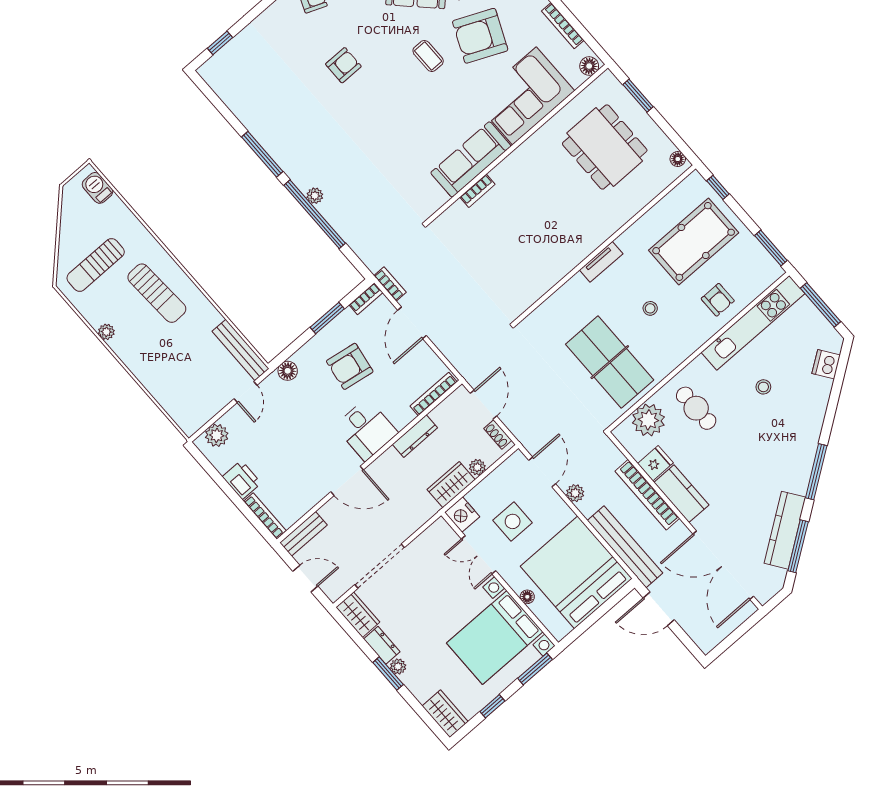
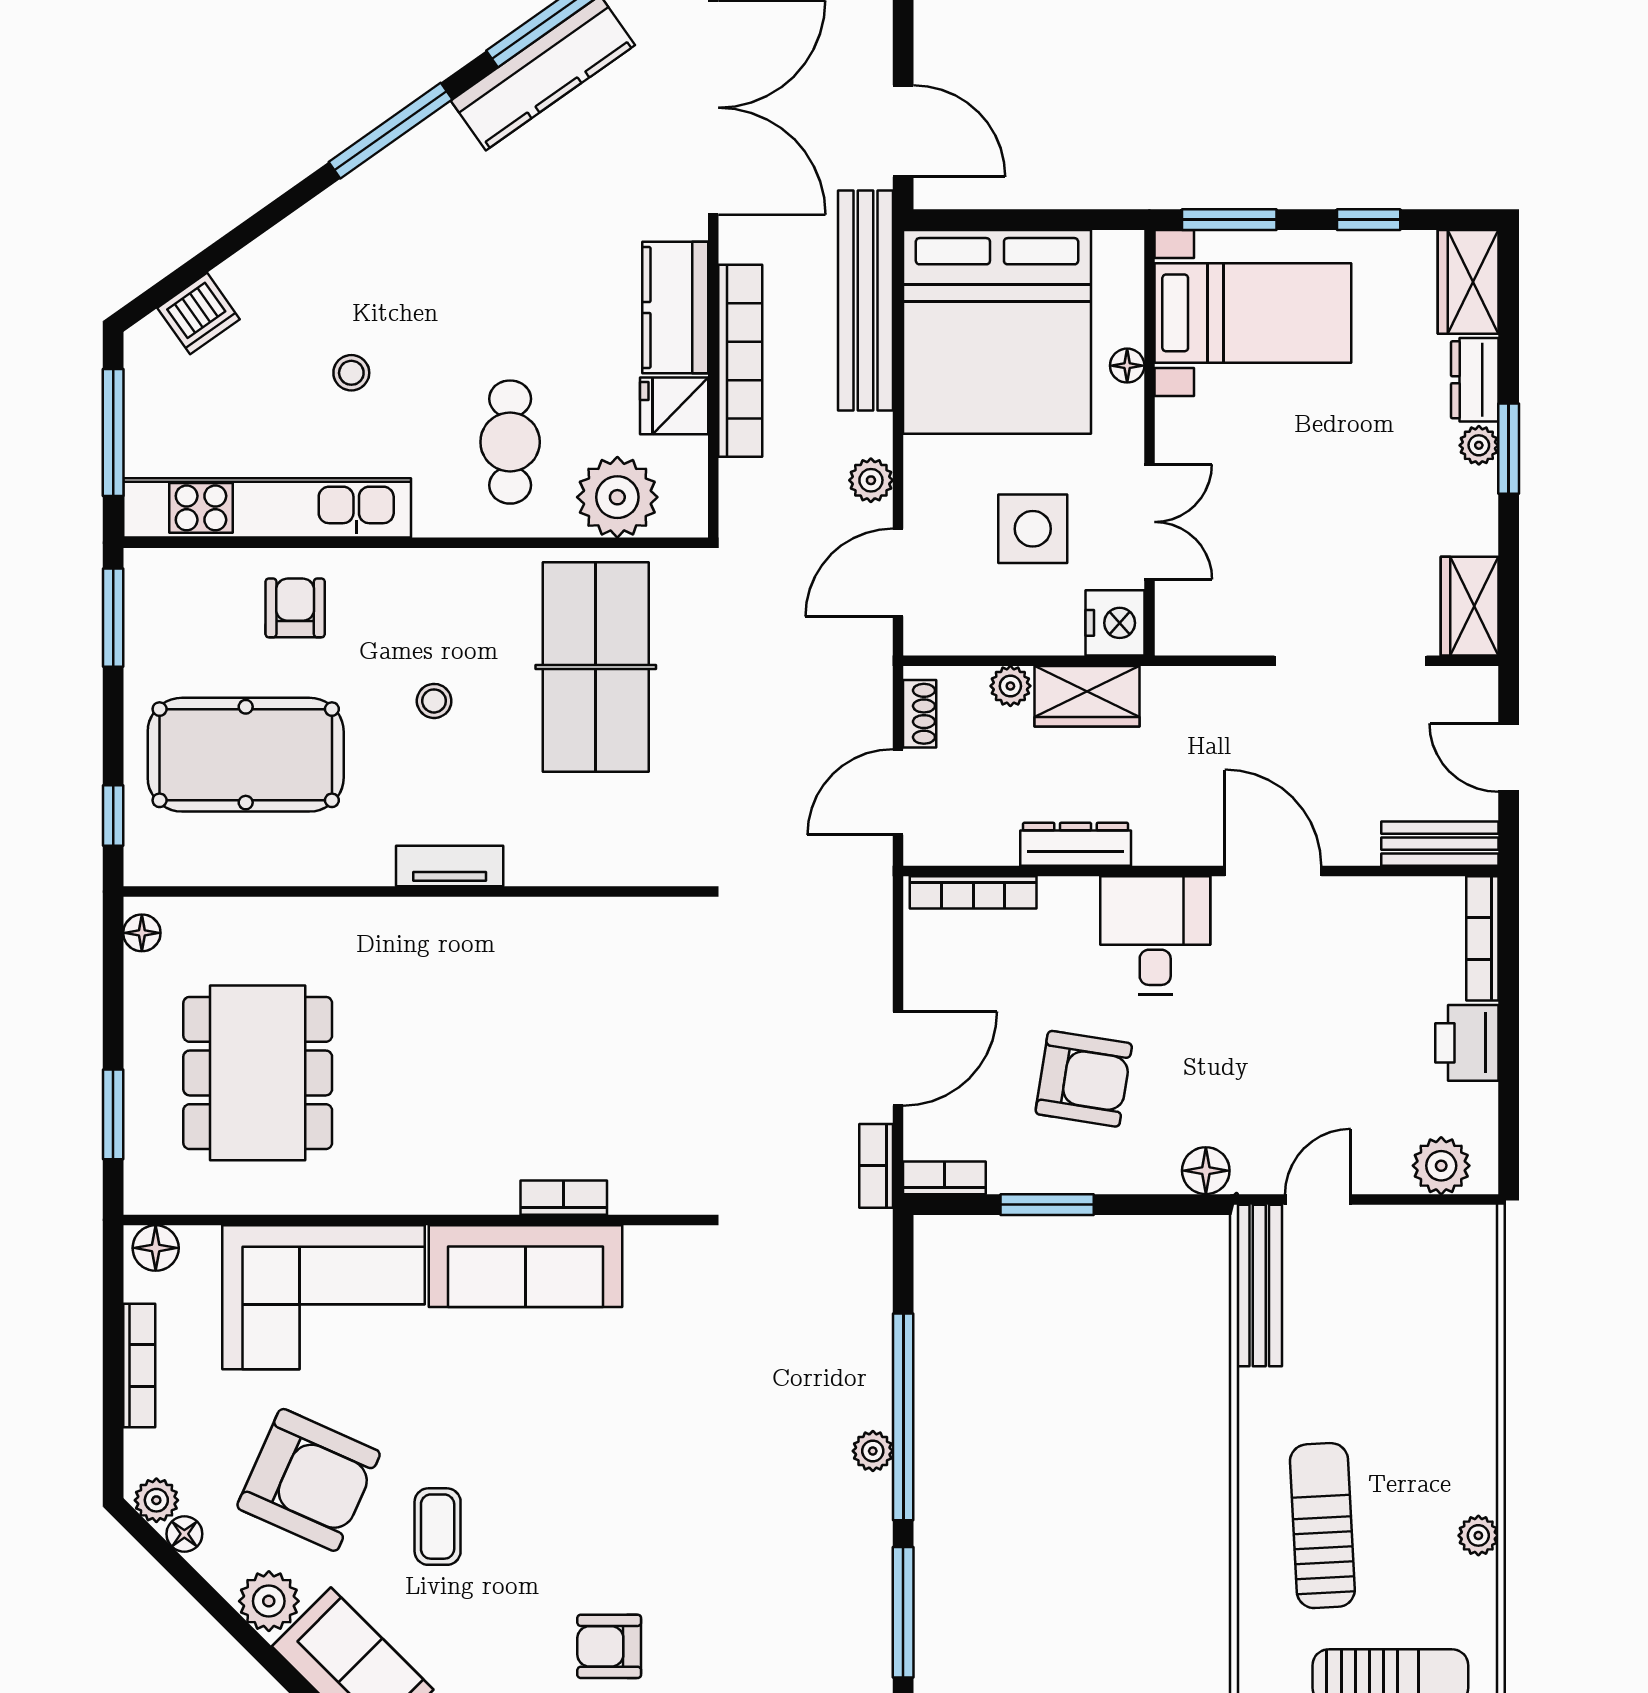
bed with nightstands: (495, 637) -> (1253, 313), width x0.73
dresser: (382, 645) -> (1475, 380), moved

